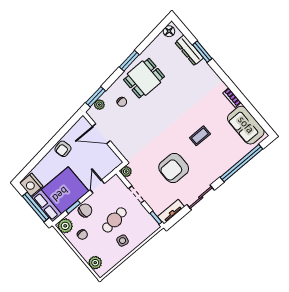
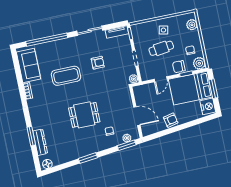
dining table: (144, 78) -> (84, 115), moved
coffee table: (200, 136) -> (66, 76), width x1.86, depth x1.72
armchair: (174, 168) -> (98, 63), width x0.53, depth x0.53
window: (36, 207) -> (213, 89), width x0.69

